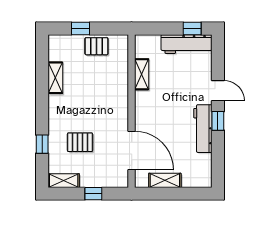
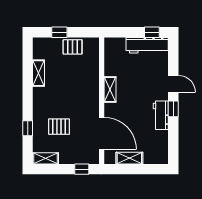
shelving: (142, 74) -> (110, 90), moved
workbench: (203, 129) -> (161, 115), width x0.73
window: (93, 194) -> (82, 169), moved

